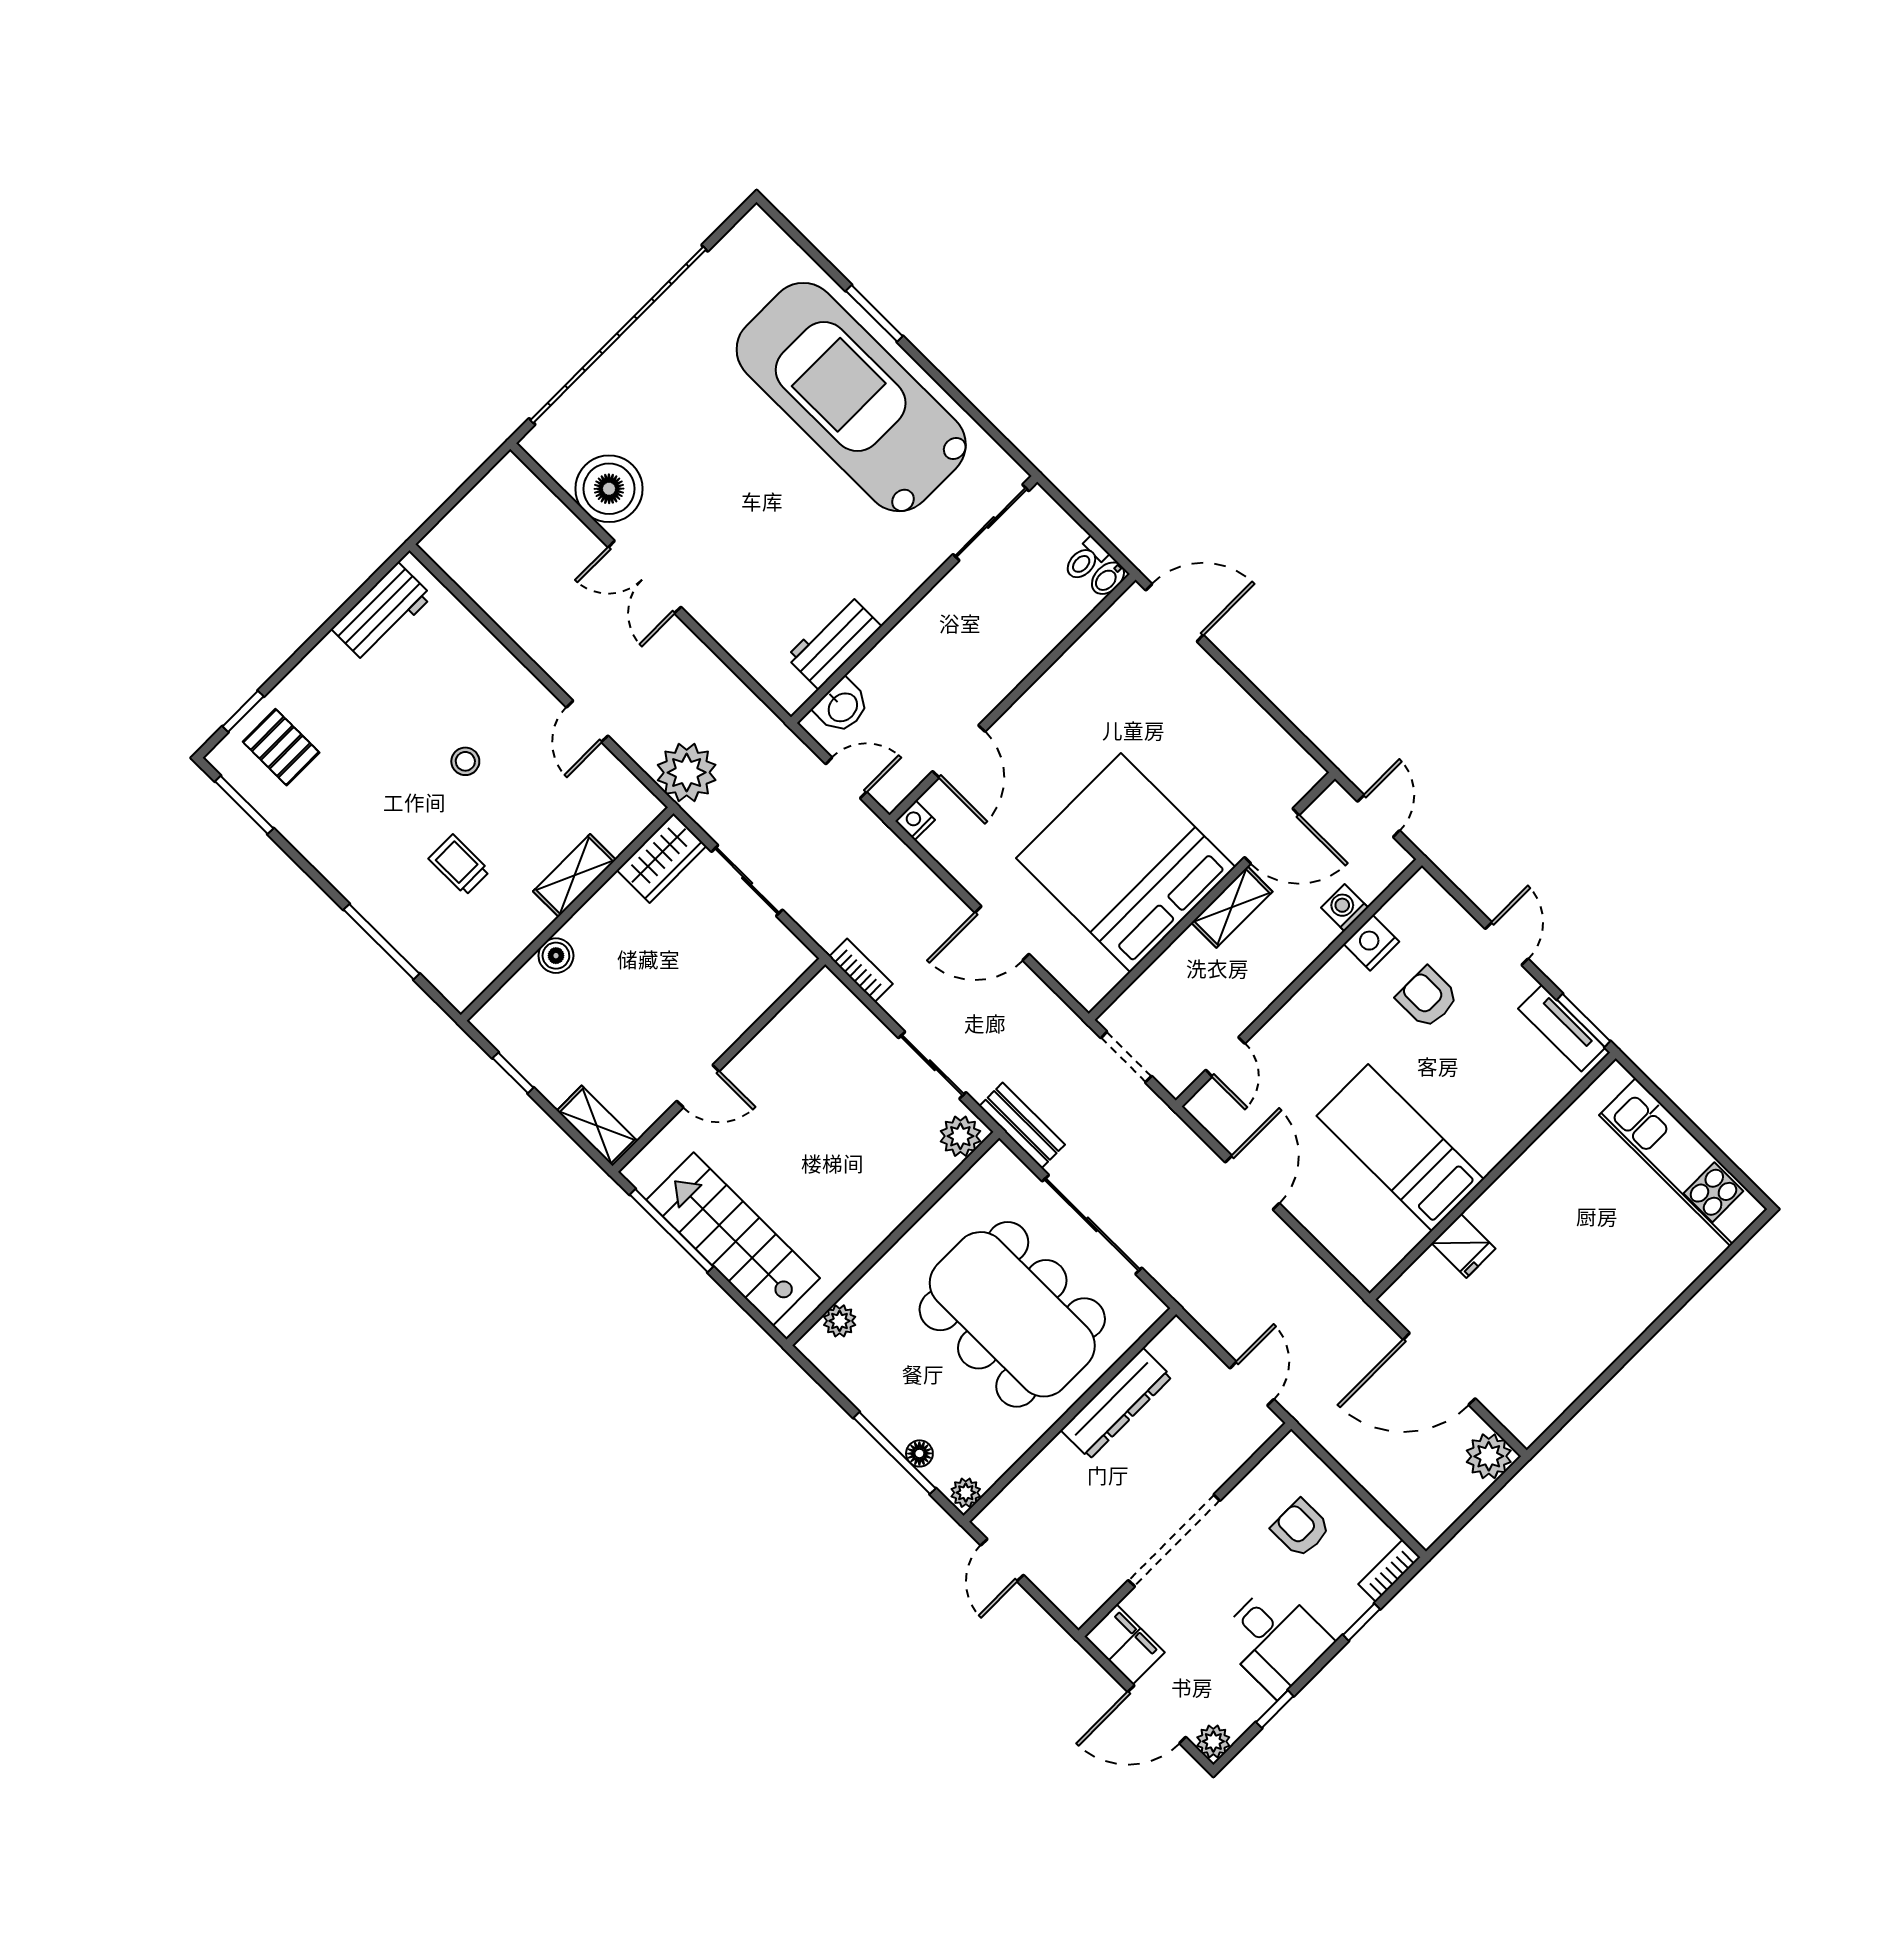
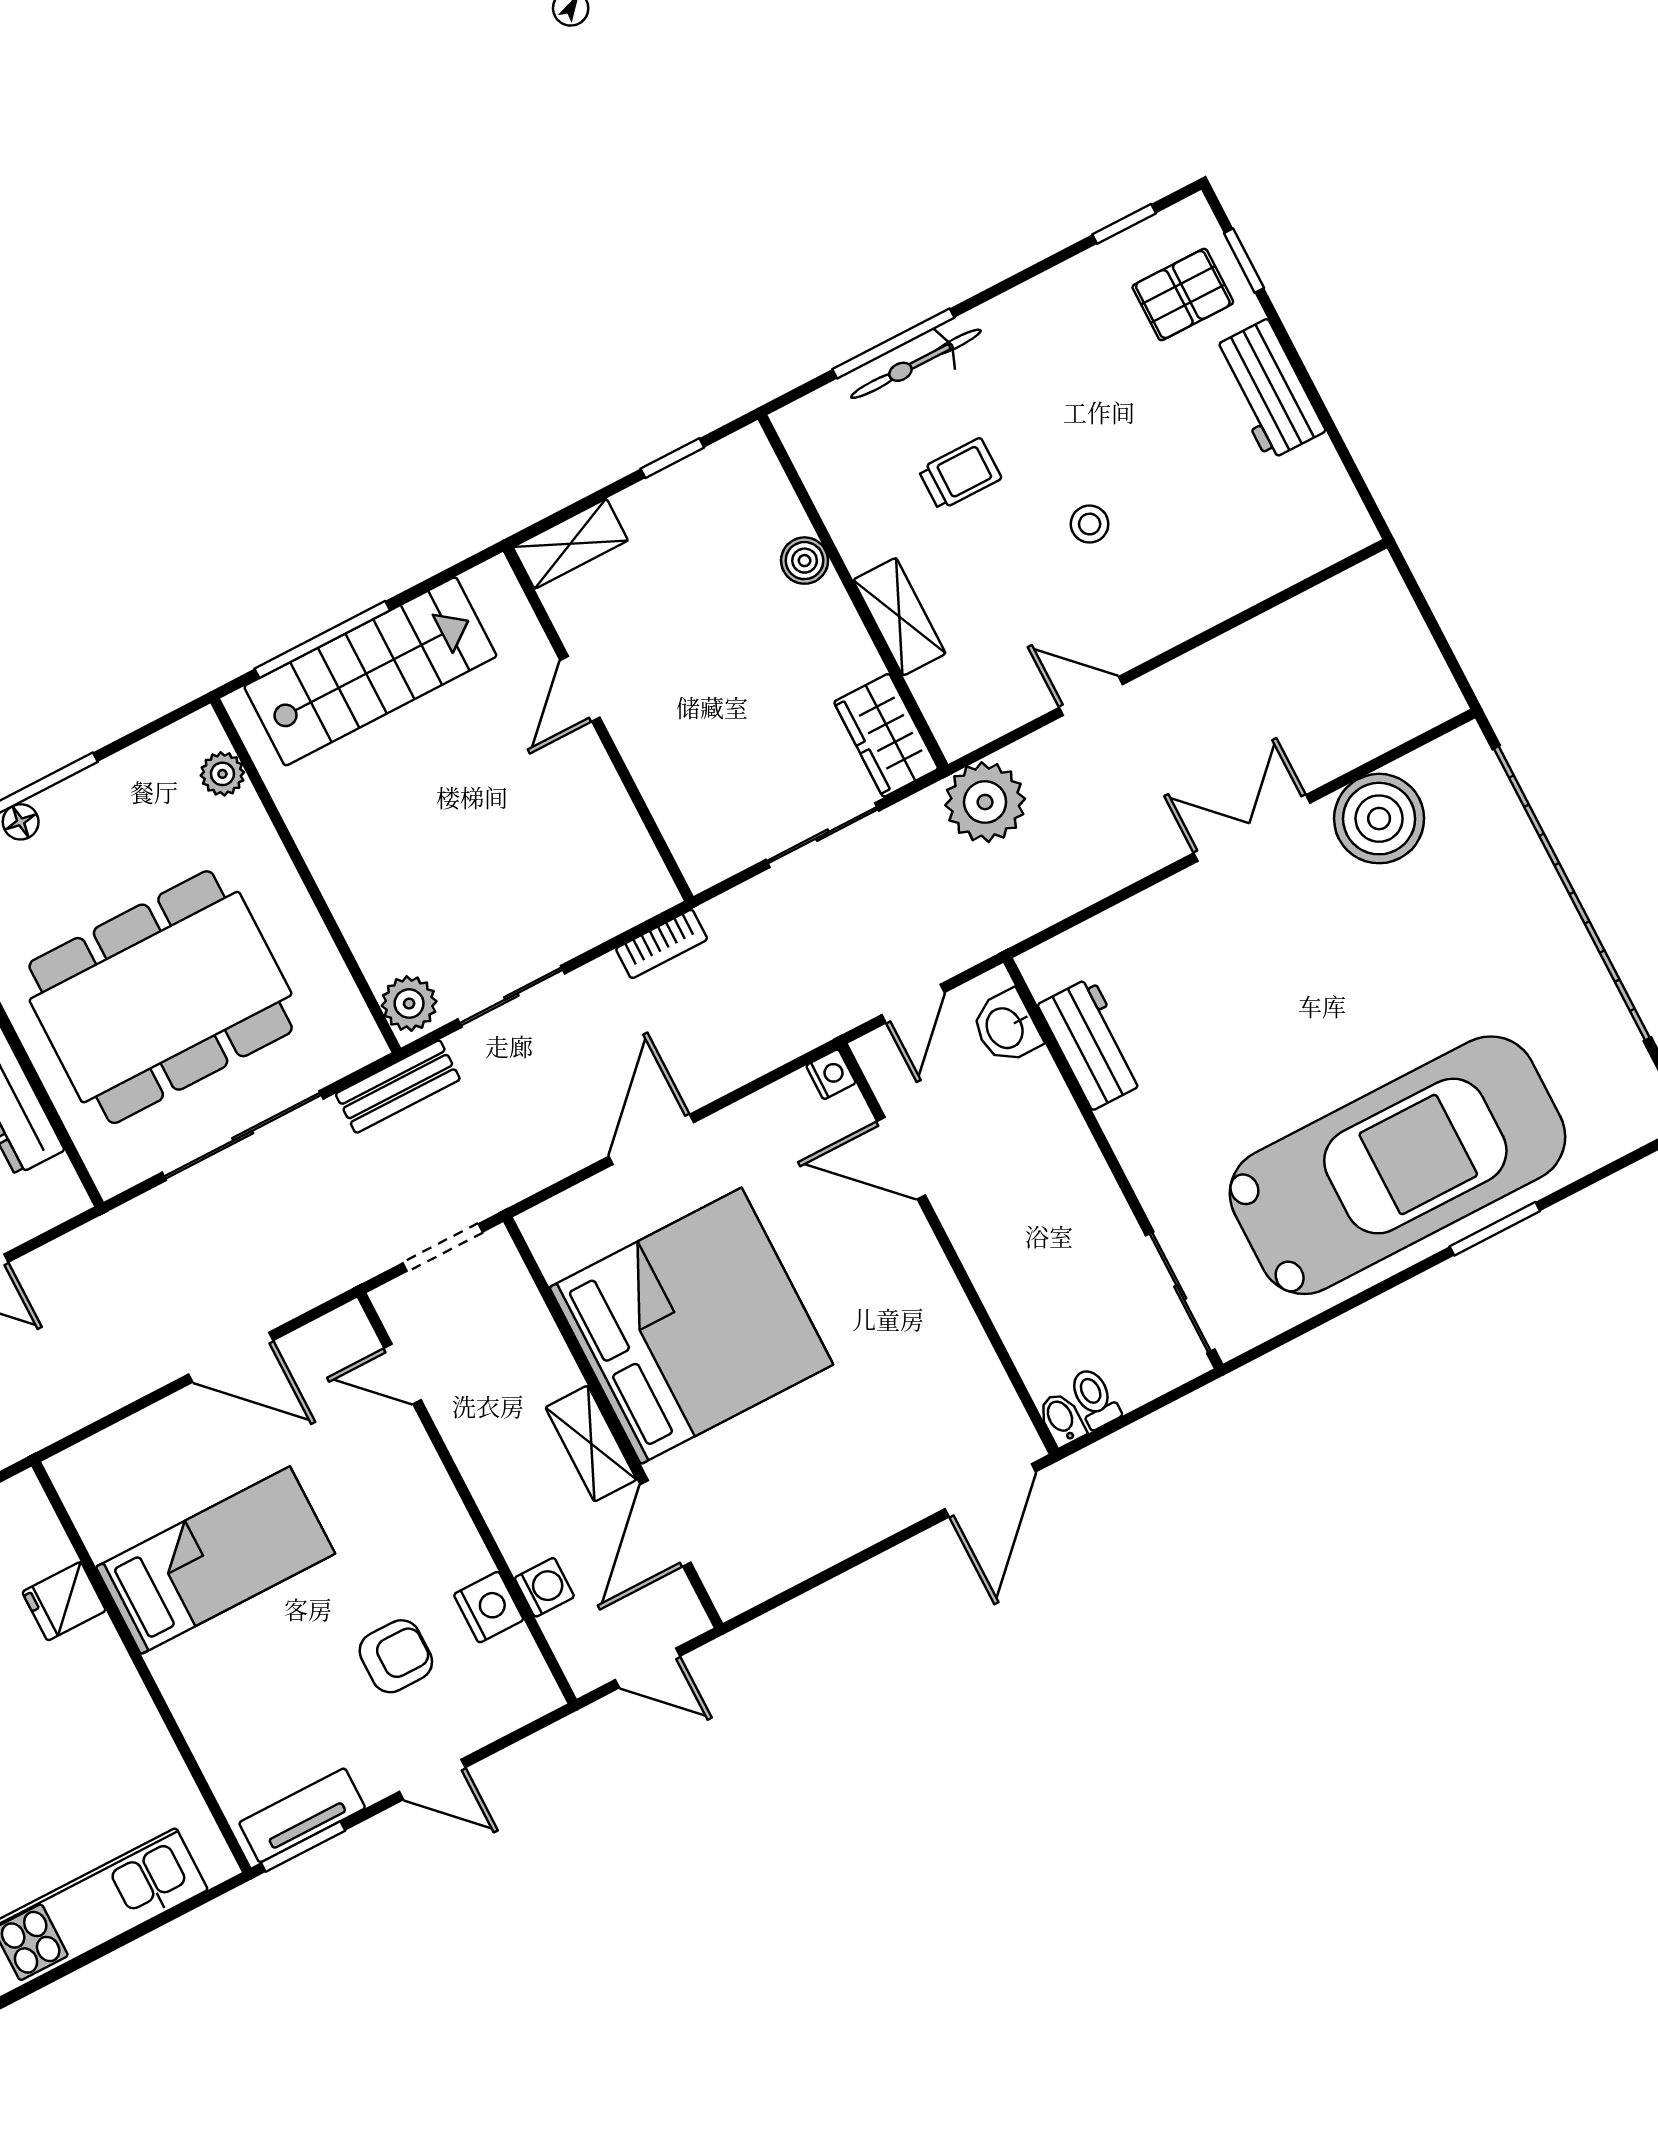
workbench: (382, 613) -> (1268, 390), moved
window: (244, 805) -> (1124, 224), width x0.67
bicycle: (391, 921) -> (916, 364), added
window: (671, 1231) -> (322, 640), moved

